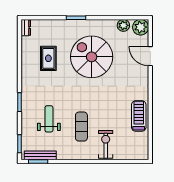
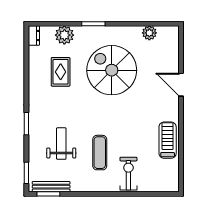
plant: (141, 27) -> (64, 35), moved
door: (150, 56) -> (181, 85), moved

